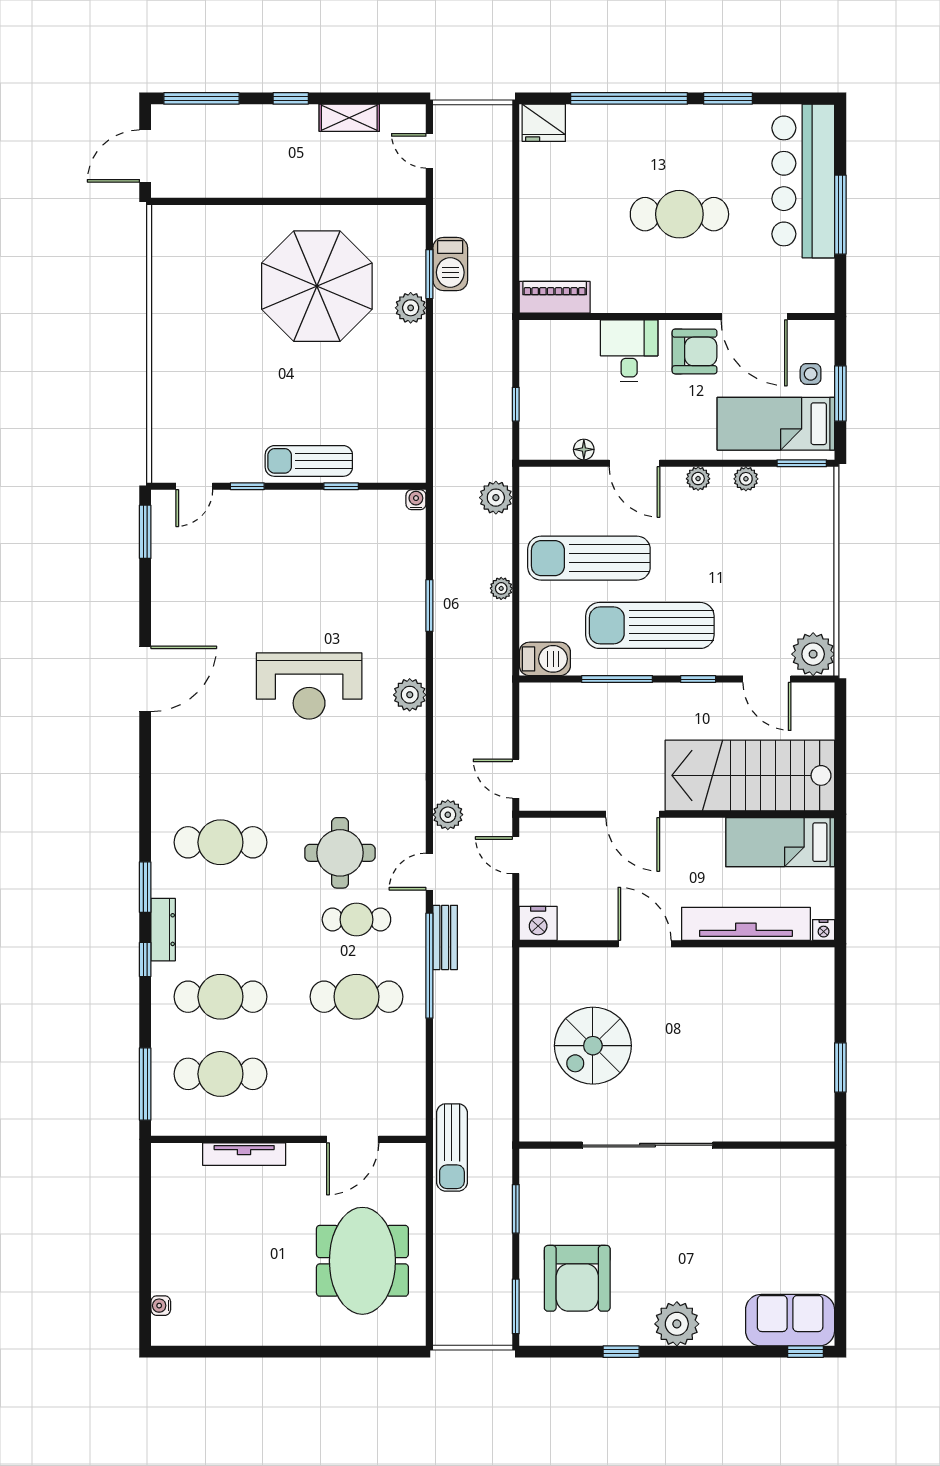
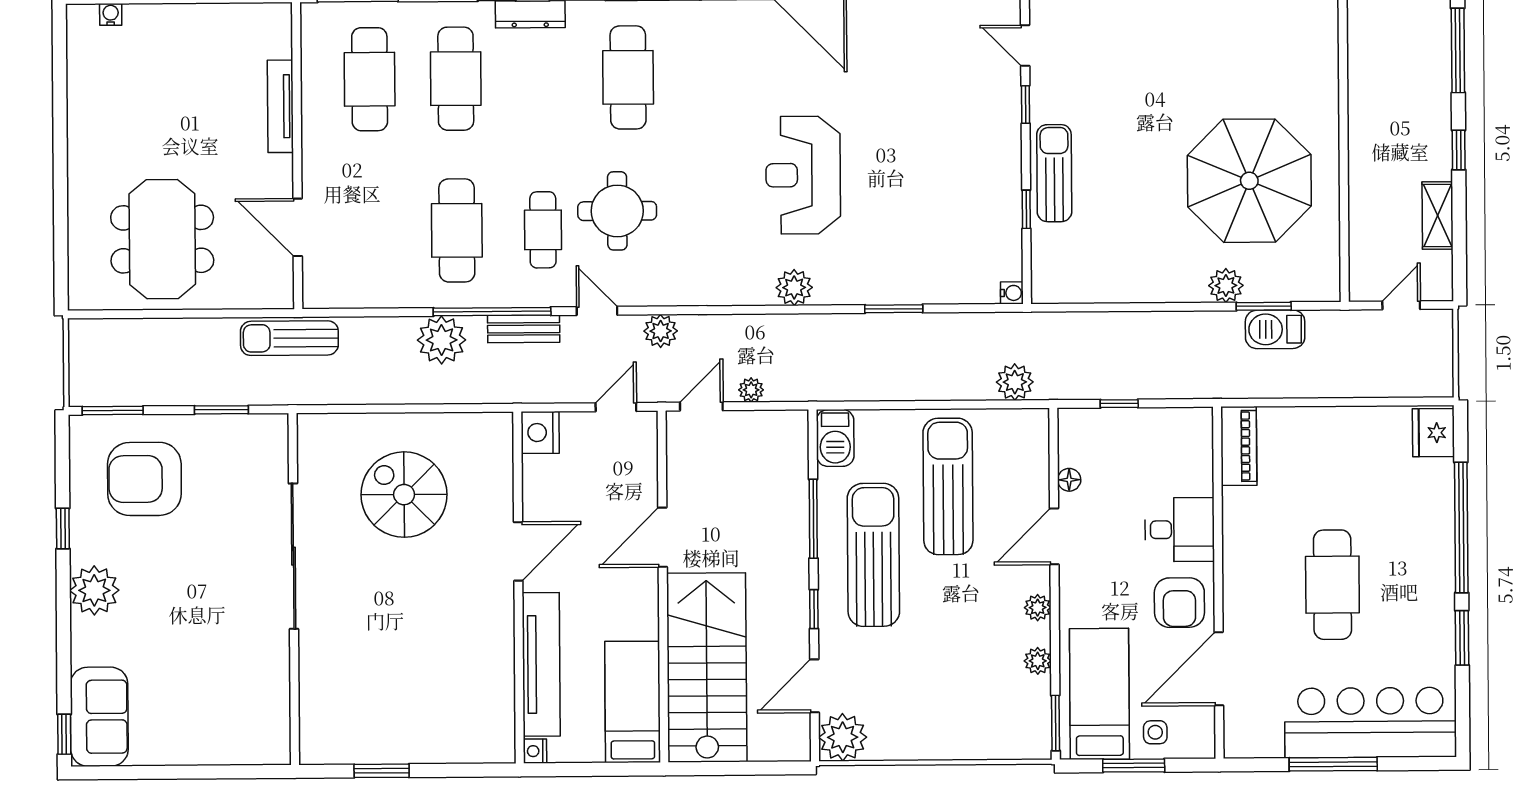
plant: (501, 588) -> (751, 390), moved
plant: (455, 1011) -> (442, 340), added
meeting table: (362, 1261) -> (162, 239), turned 90

